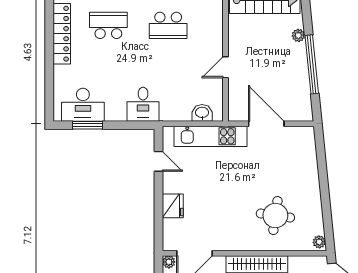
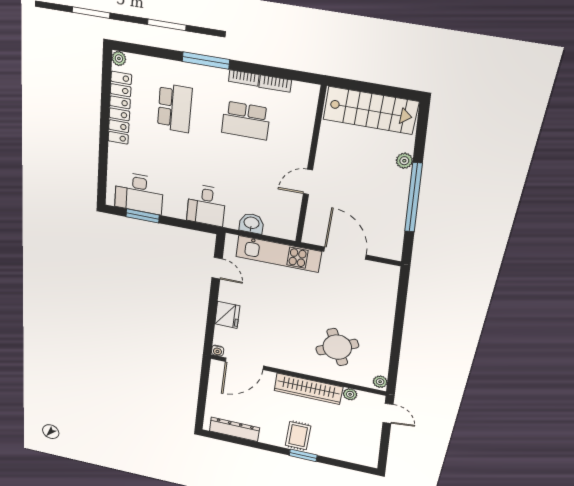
school desk: (108, 25) -> (175, 108), turned 90
washbasin: (202, 113) -> (251, 223), moved
round table: (275, 216) -> (337, 347), turned -34
water cooler: (168, 245) -> (218, 351), added
plant: (169, 262) -> (350, 394), moved

